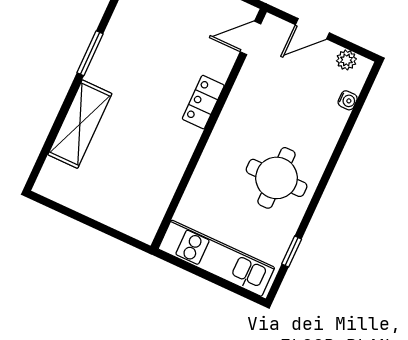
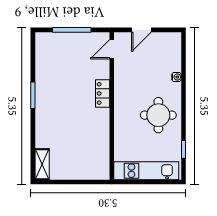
plant: (346, 60) -> (166, 38), removed
water cooler: (348, 100) -> (177, 77), moved
shelving: (80, 124) -> (42, 164), moved, width x0.67, depth x0.75

